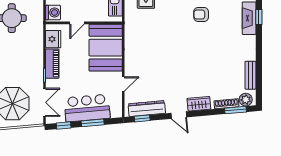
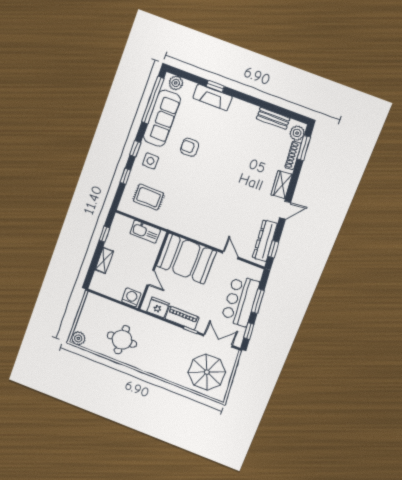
armchair: (201, 15) -> (190, 147), turned 90

